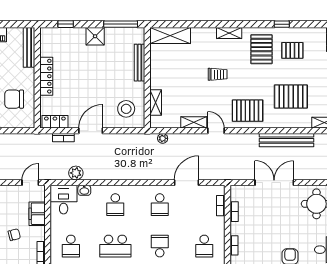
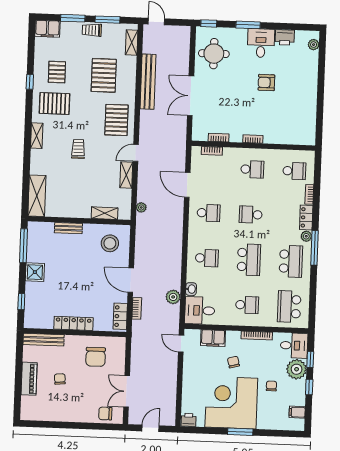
bench: (139, 63) -> (68, 228), width x0.73

